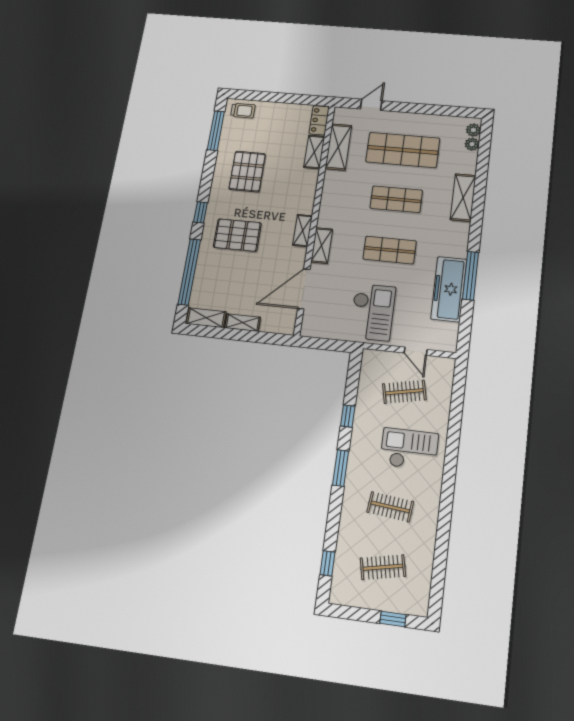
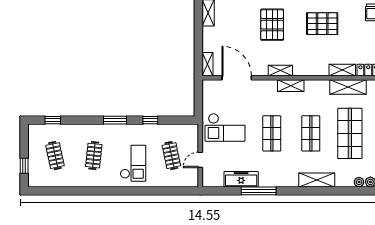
shelving: (322, 246) -> (291, 86), moved
freezer: (449, 289) -> (241, 179), width x0.73, depth x0.79
shelving: (243, 323) -> (208, 64), moved

